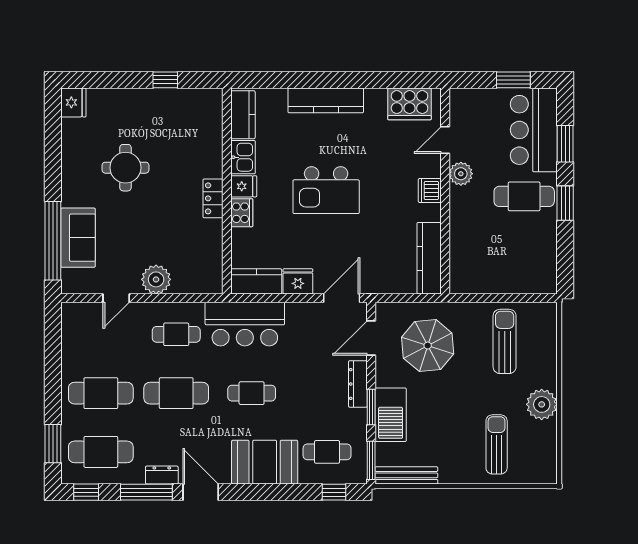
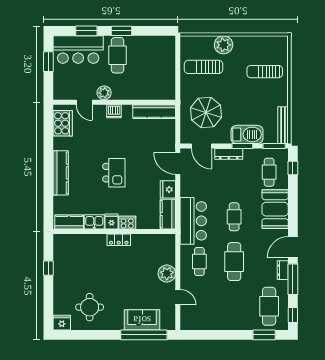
round table: (125, 168) -> (90, 307), moved
kitchen island: (326, 190) -> (114, 173), width x0.73, depth x0.78
cafe table: (101, 393) -> (234, 306), removed
plant: (542, 404) -> (224, 45), moved

